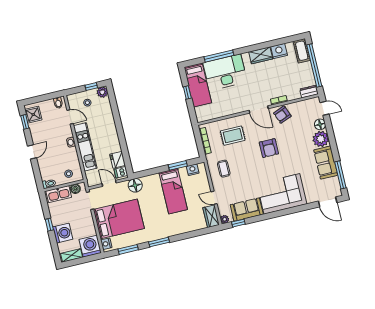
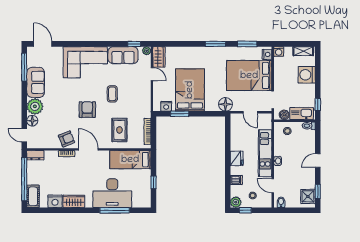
bed: (198, 85) -> (130, 160), moved, turned -90
rug: (233, 136) -> (119, 130), turned 90
fridge: (118, 160) -> (237, 158), moved
coffee table: (224, 169) -> (112, 94), moved
dishwasher: (121, 172) -> (236, 180), moved
bed: (173, 191) -> (190, 90), width x1.50
window: (49, 225) -> (318, 104), moved
washing machine: (90, 246) -> (279, 51), width x0.53, depth x0.53

